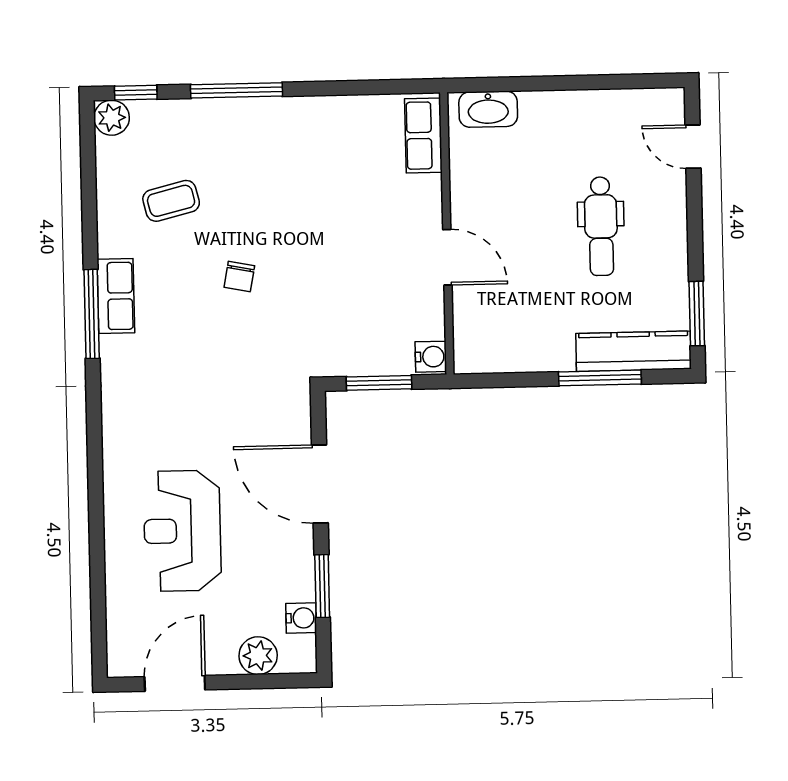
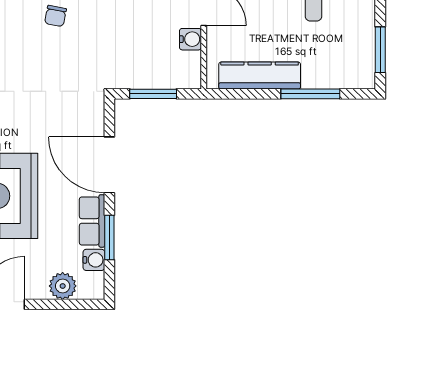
kitchen counter: (633, 351) -> (260, 75), moved
water cooler: (431, 357) -> (190, 39), moved
row of seats: (297, 563) -> (92, 221), added

